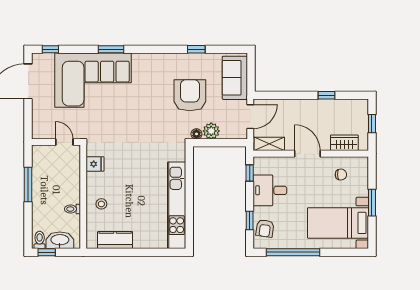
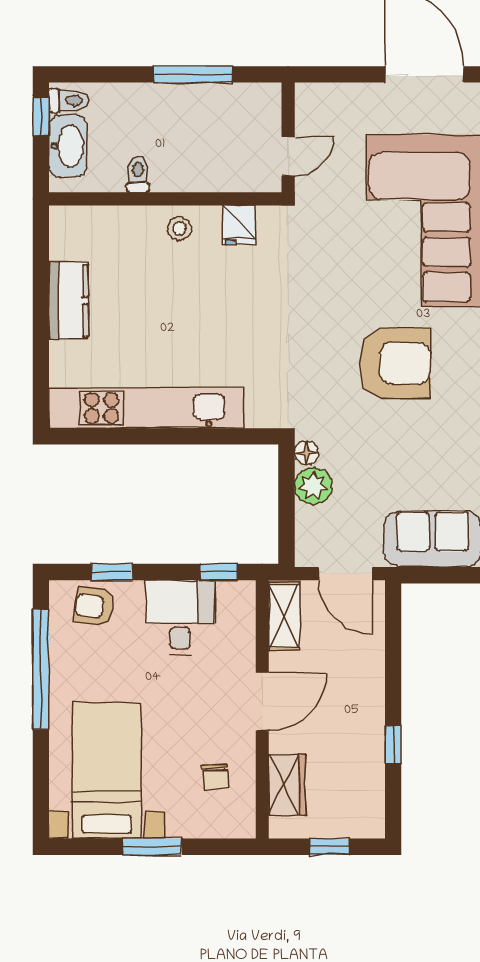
armchair: (190, 95) -> (395, 364), moved
stool: (101, 204) -> (179, 229), moved
kitchen counter: (115, 240) -> (68, 301), moved

